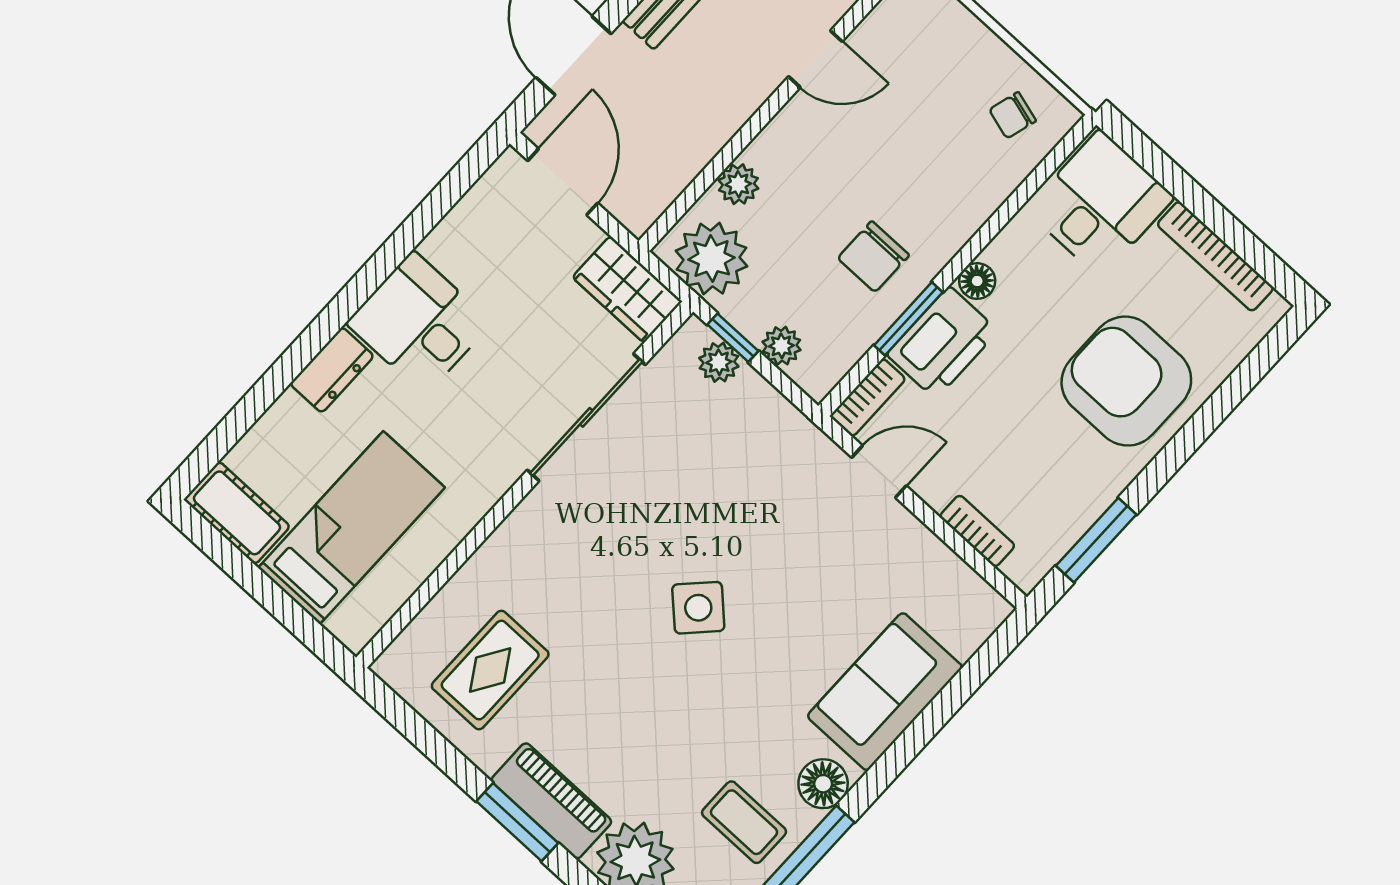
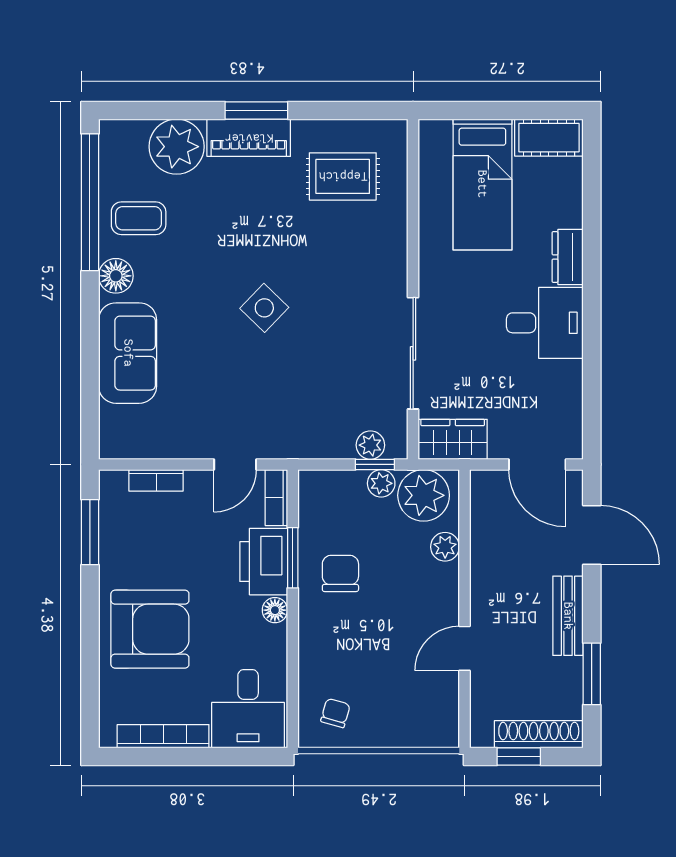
plant: (781, 346) -> (381, 483), moved
rug: (490, 670) -> (343, 176), turned 90

